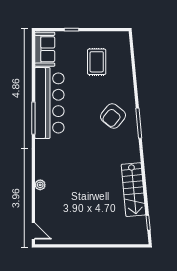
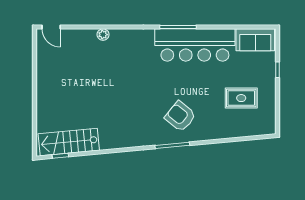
stairs: (134, 190) -> (69, 142), moved
door: (33, 231) -> (51, 27), hinge flipped

